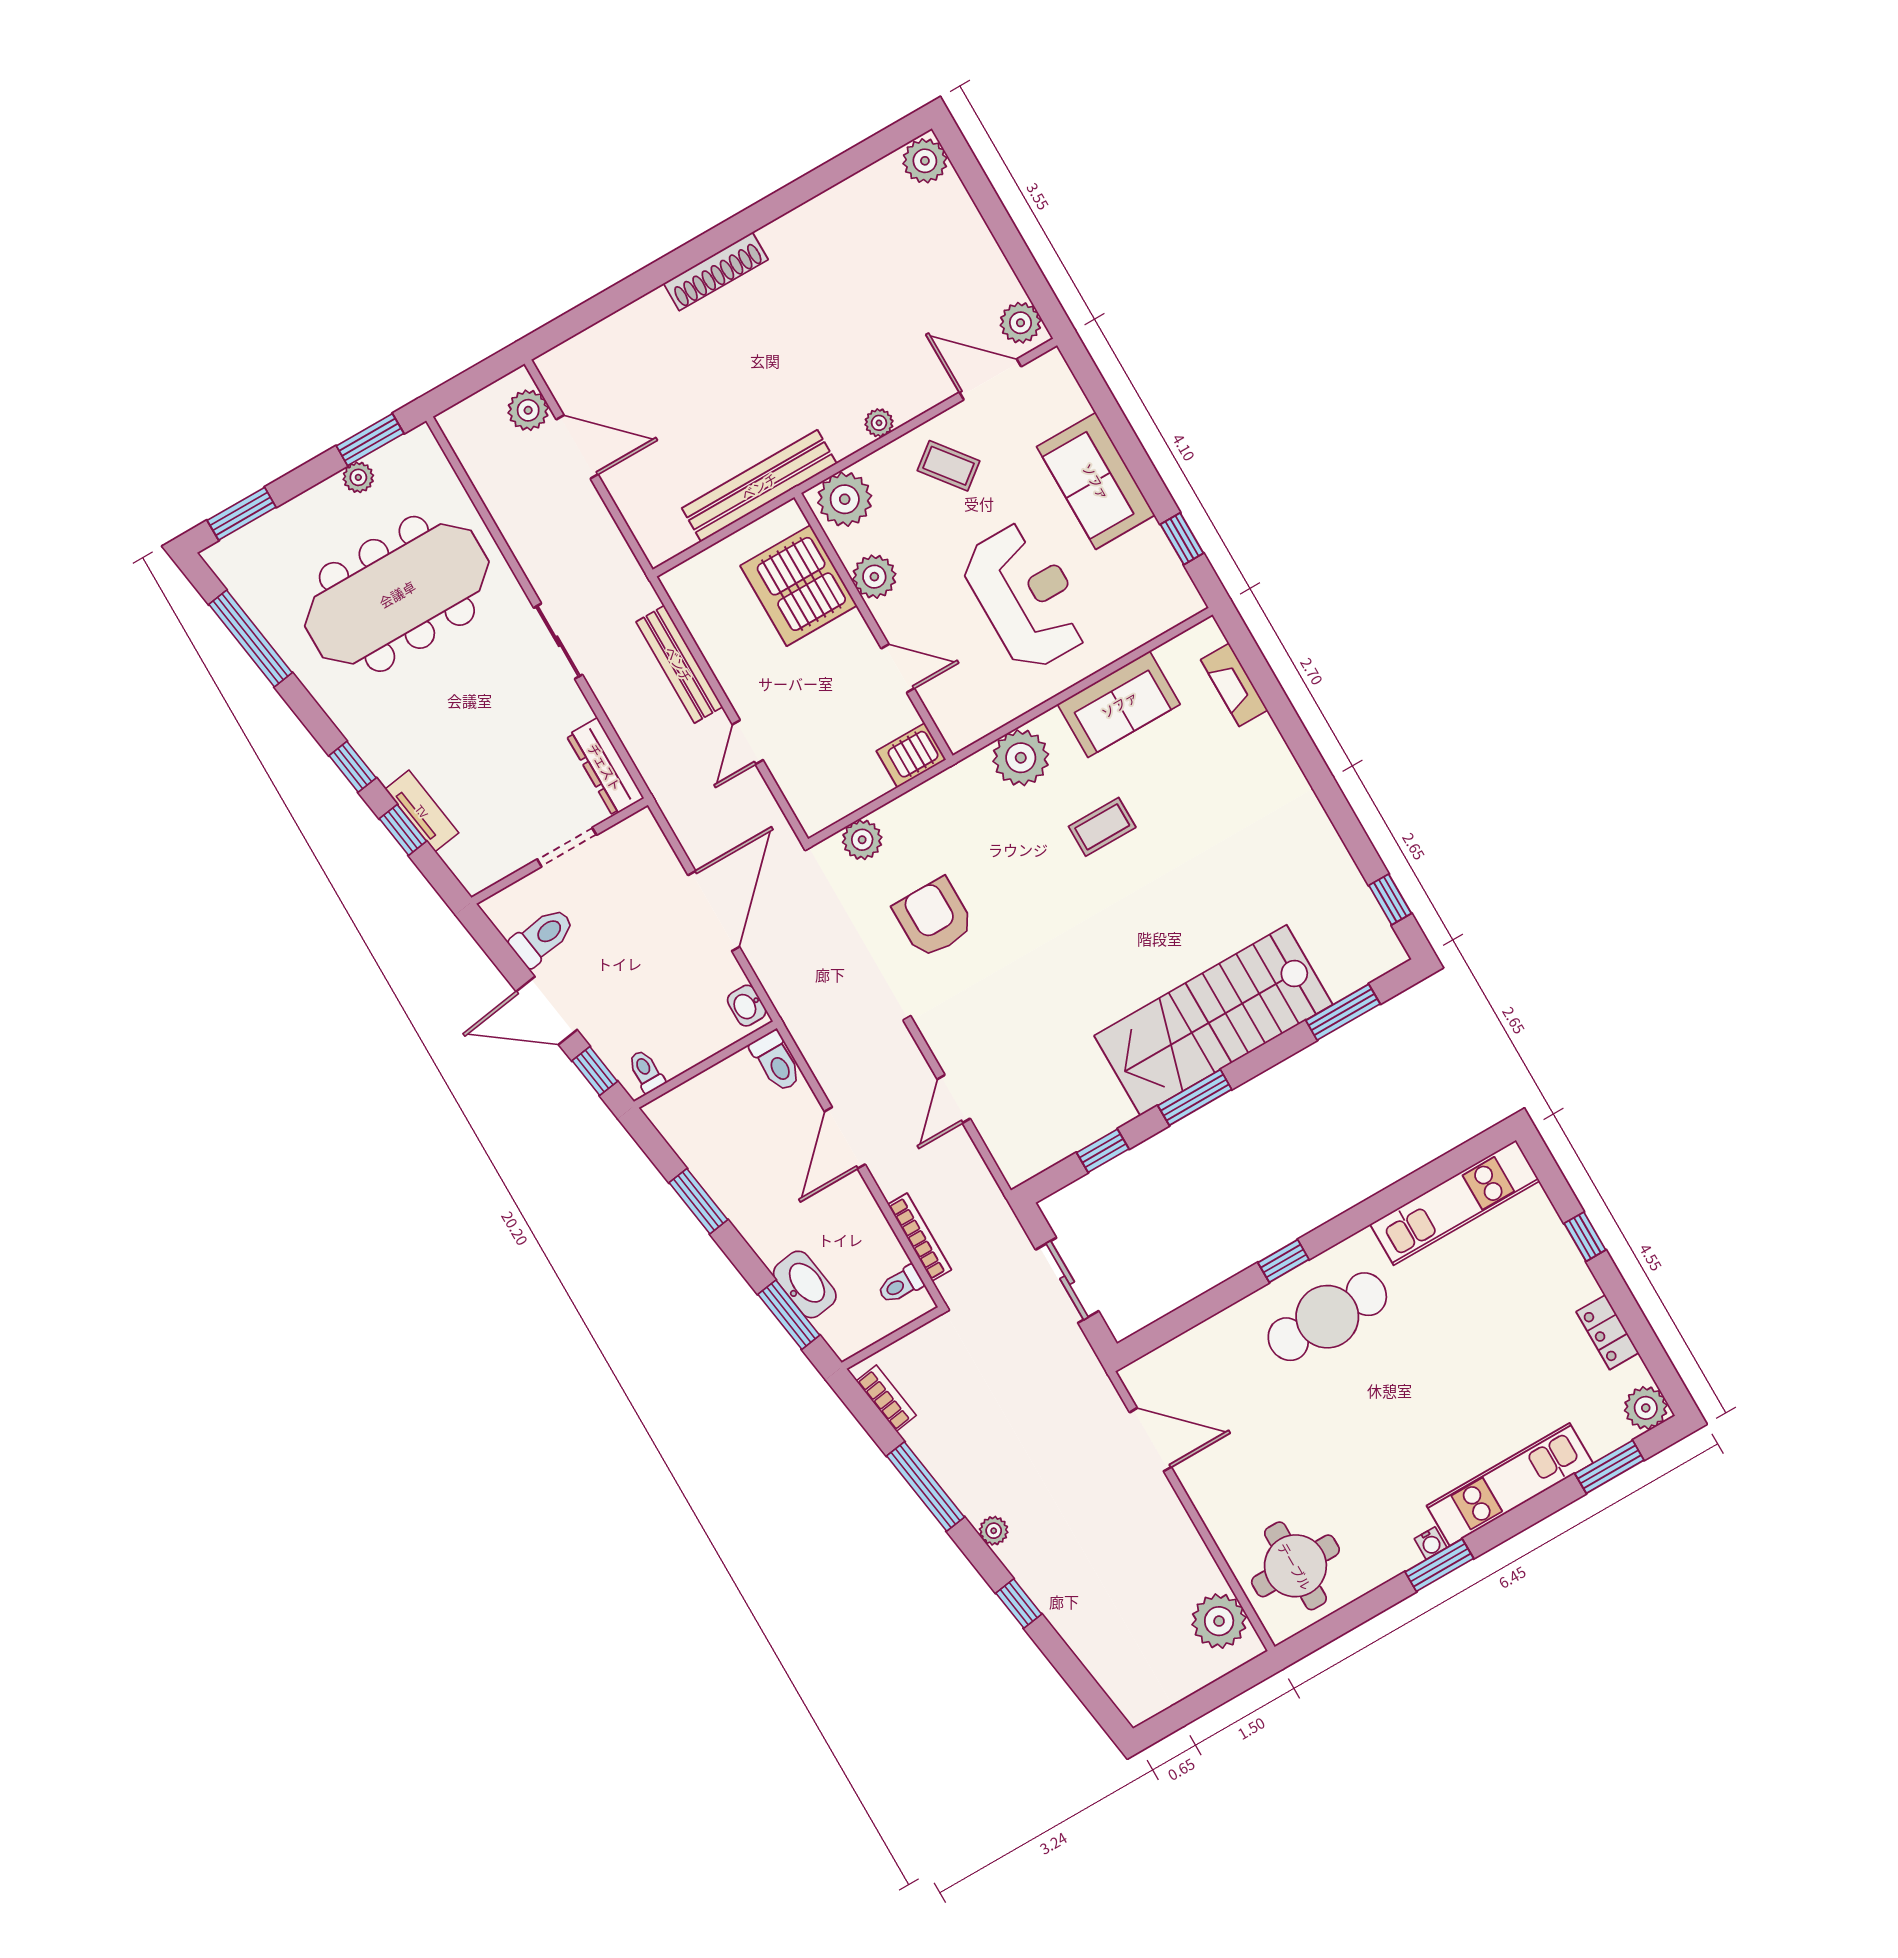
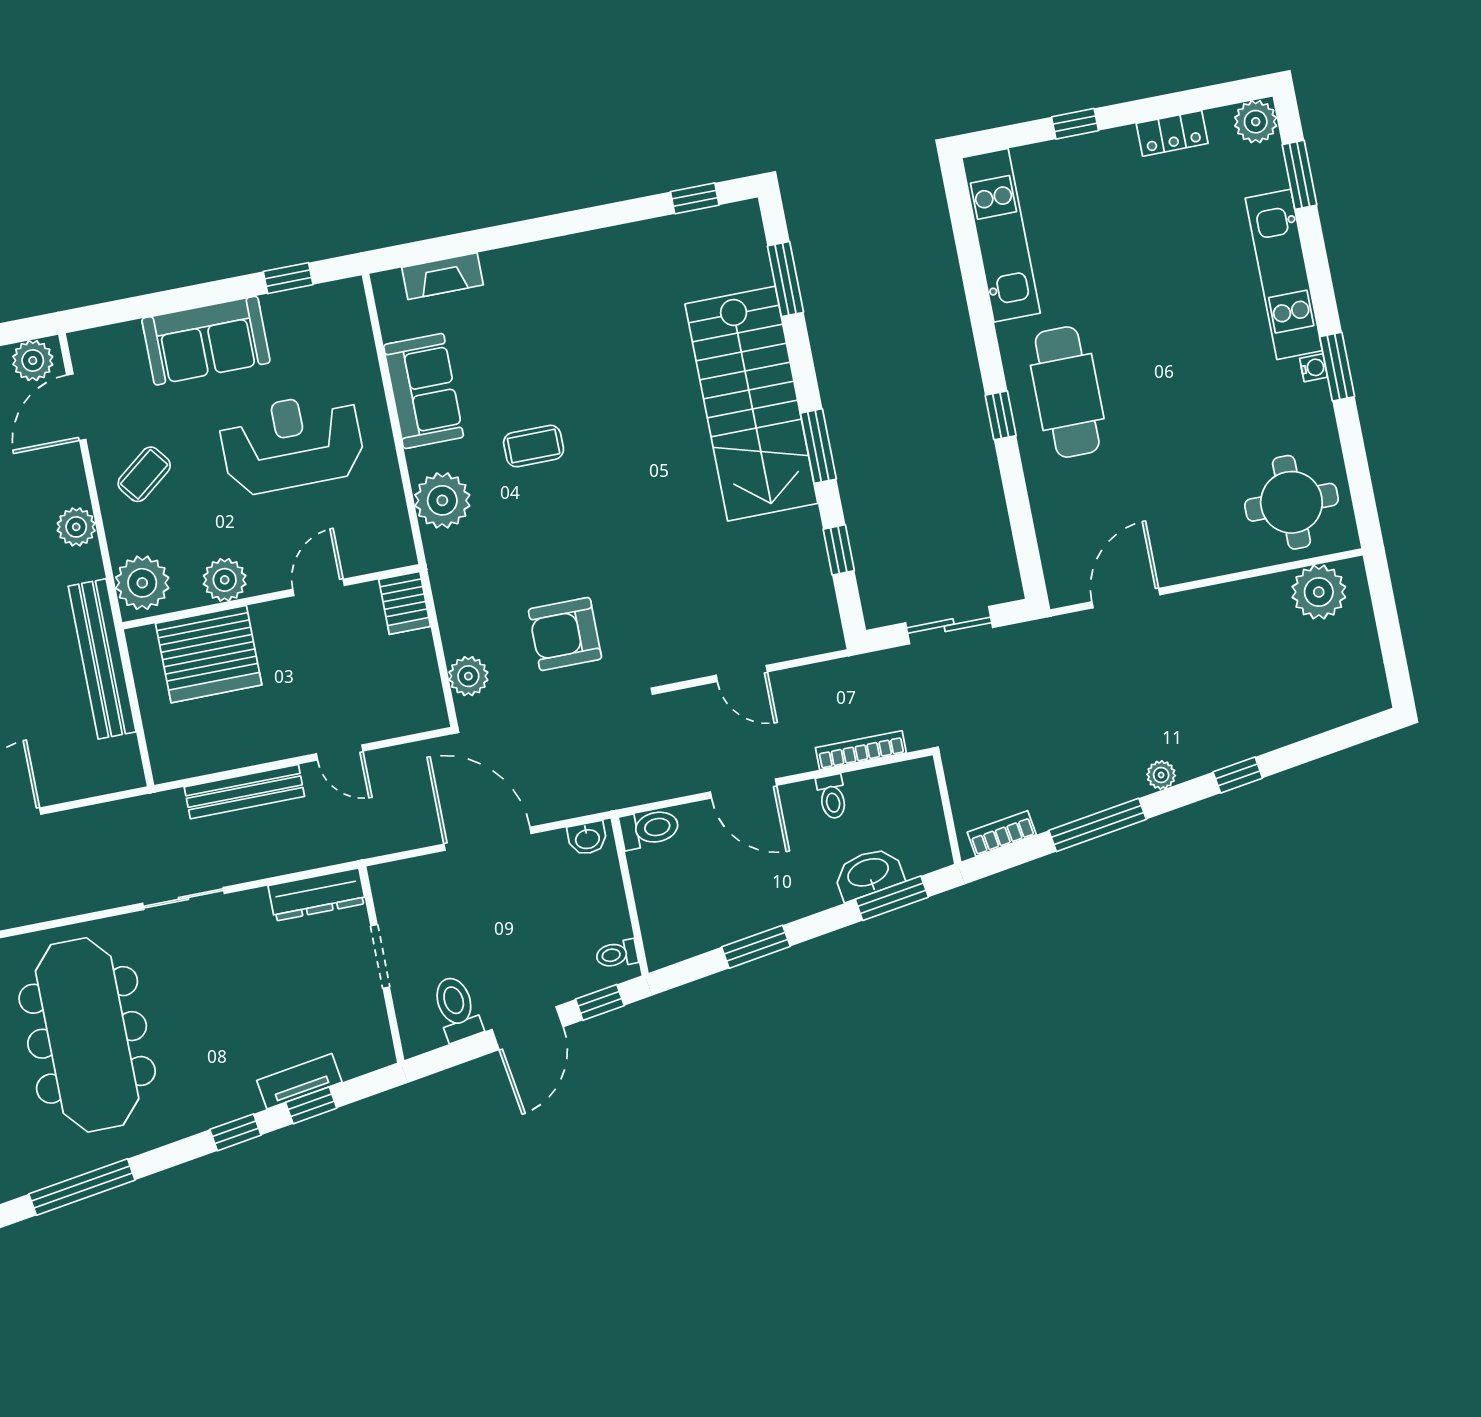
plant: (879, 423) -> (76, 527), width x1.38, depth x1.38
coffee table: (1102, 827) -> (534, 446), turned 90
toilet: (900, 1285) -> (832, 797), moved

